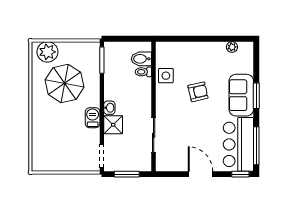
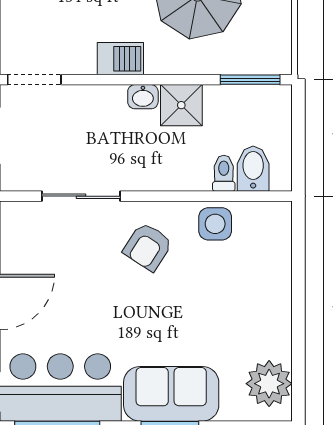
plant: (232, 47) -> (269, 384), width x1.88, depth x1.88
armchair: (198, 92) -> (148, 247), moved, turned 46
shower: (113, 125) -> (181, 105), moved

